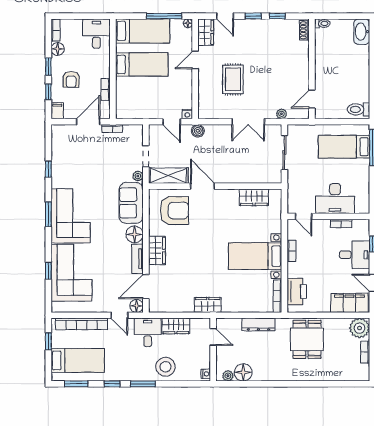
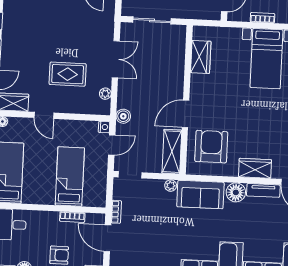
bed: (142, 64) -> (70, 176), moved
plant: (281, 114) -> (105, 94), moved
doorway: (146, 156) -> (130, 175), moved

